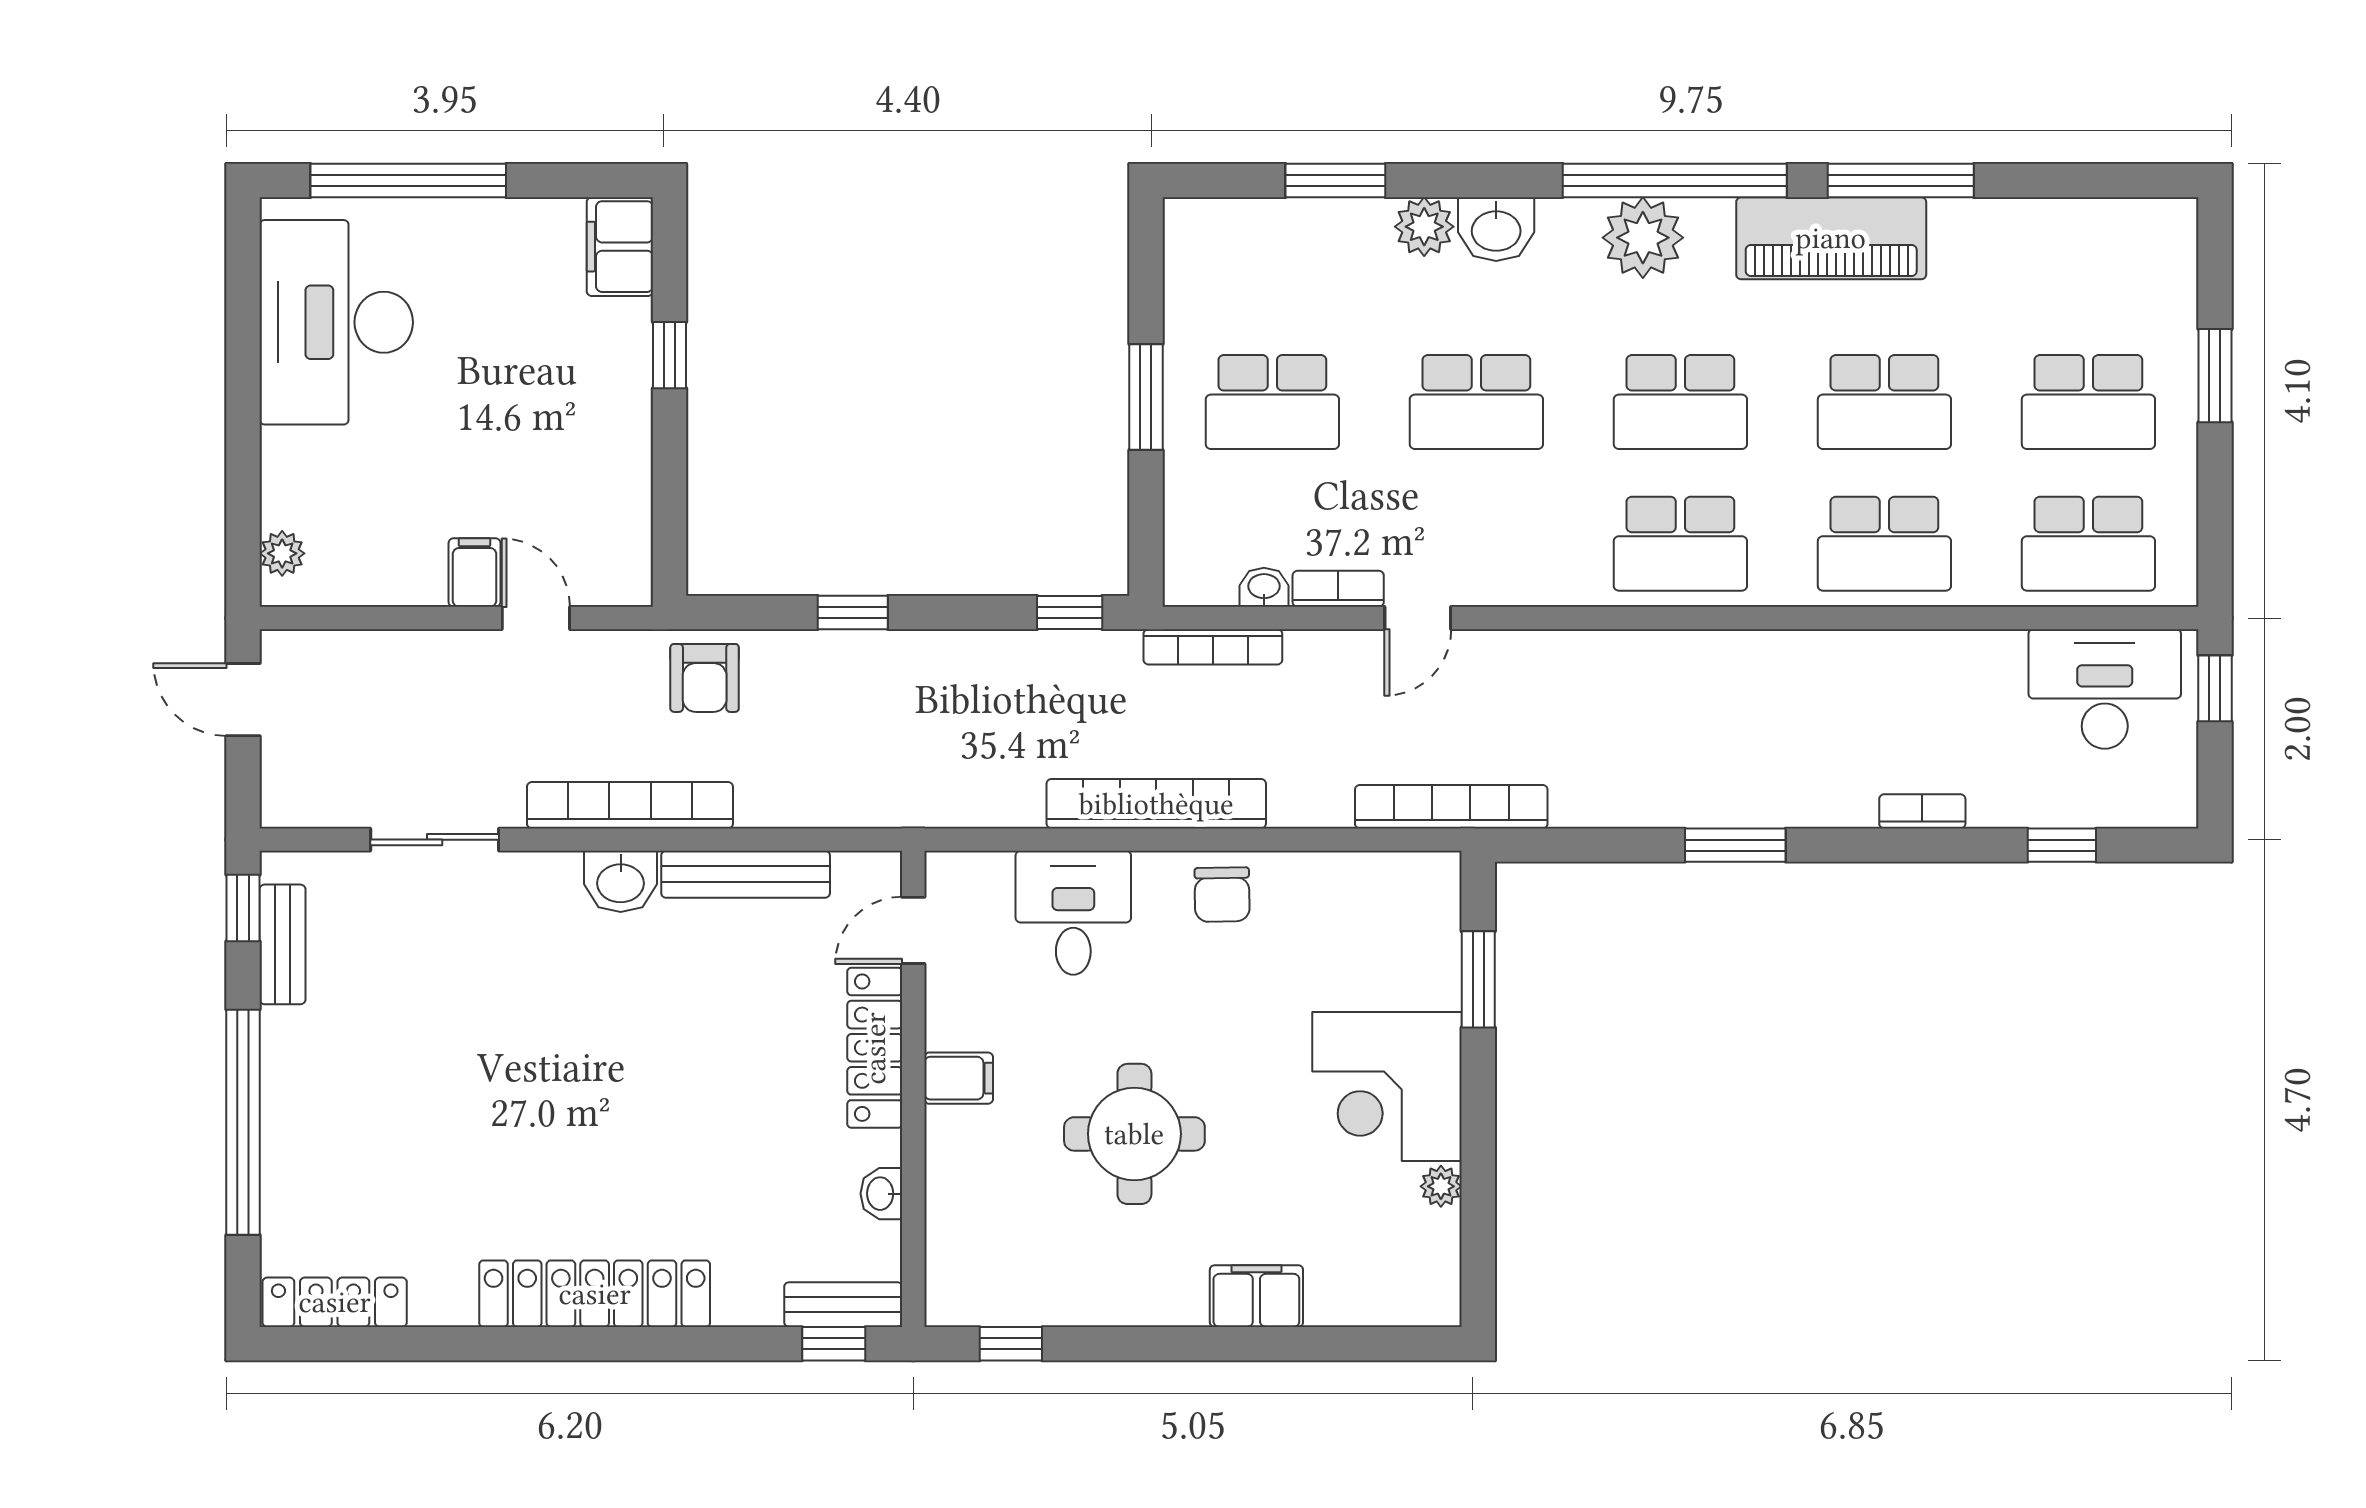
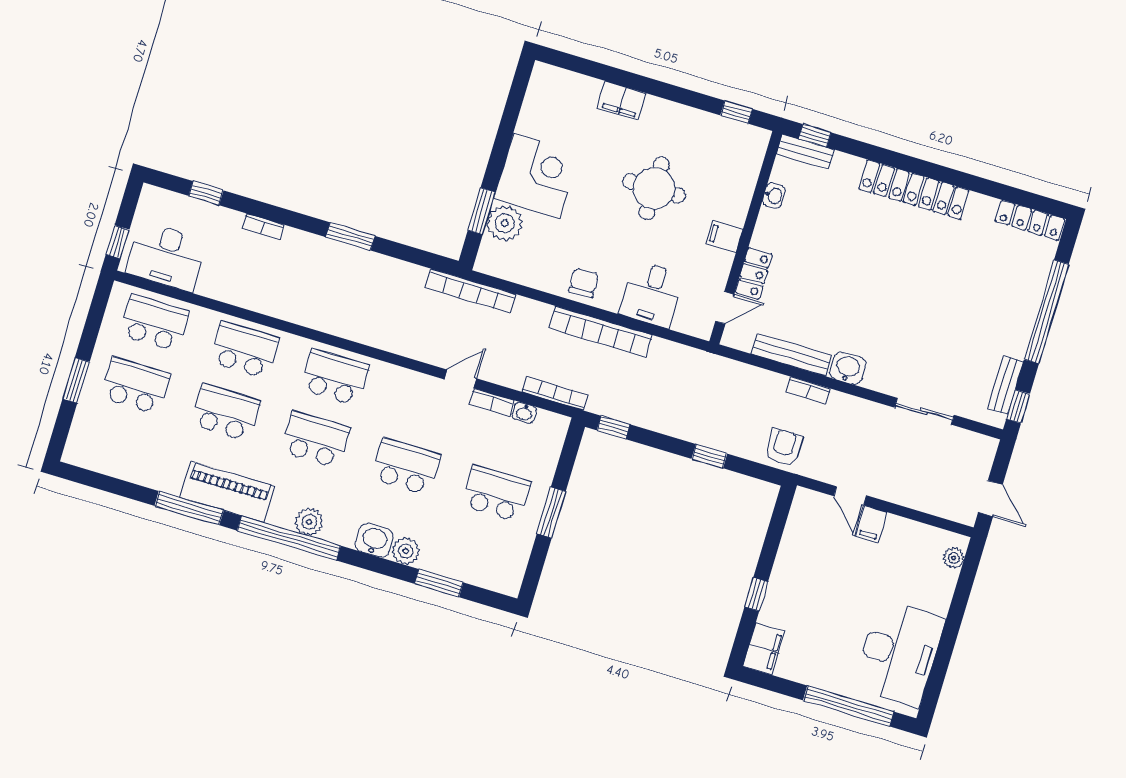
plant: (1643, 238) -> (309, 522), width x0.73, depth x0.73
bookcase: (630, 805) -> (808, 390), width x0.43, depth x0.76
locker: (875, 1048) -> (754, 274), width x0.66
plant: (1441, 1186) -> (505, 223), moved, width x1.88, depth x1.88

